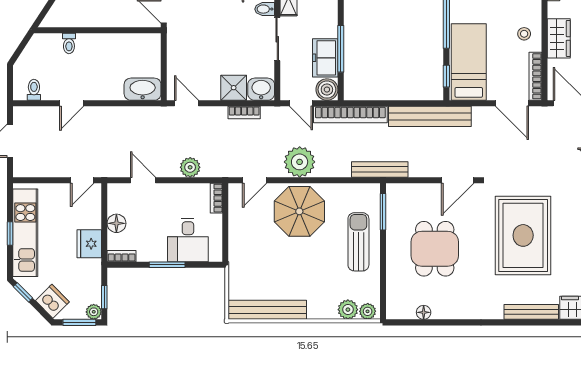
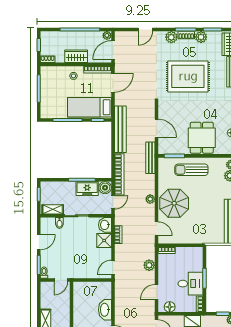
washbasin: (143, 89) -> (105, 310), moved
plant: (300, 162) -> (150, 199), width x0.53, depth x0.53
door: (458, 180) -> (156, 128), moved
floor lamp: (116, 223) -> (170, 307), moved
desk: (188, 240) -> (190, 284), moved
dining table: (435, 249) -> (202, 138), moved, turned 90

